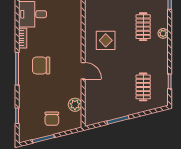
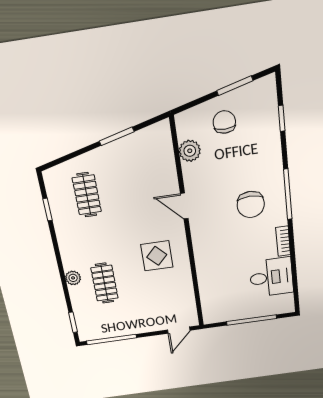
chair: (41, 65) -> (251, 204), turned 90

